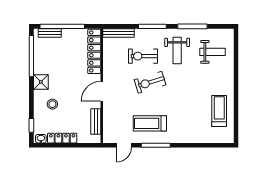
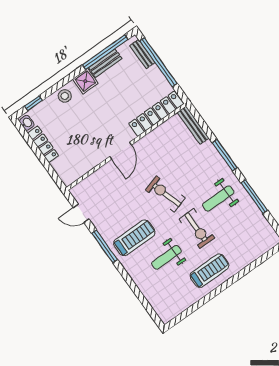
weight bench: (212, 52) -> (166, 257), moved, turned 90
exercise bike: (143, 56) -> (197, 229), moved, turned 180
door: (102, 91) -> (121, 151), swing flipped
stool: (52, 104) -> (65, 96), moved
treadmill: (219, 111) -> (210, 271), moved
bench: (96, 122) -> (105, 63), moved
treadmill: (150, 123) -> (134, 238), moved, turned 90

